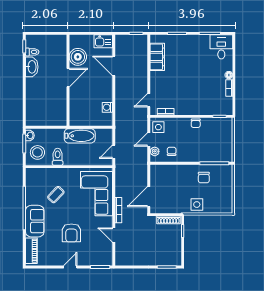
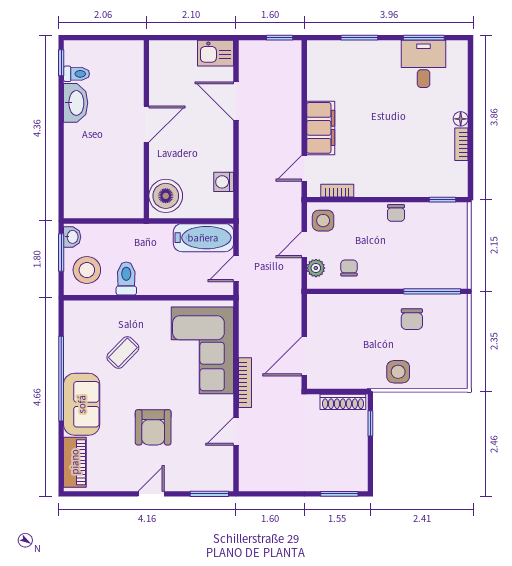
desk: (221, 47) -> (424, 64), moved
boiler: (78, 57) -> (166, 196), moved
filing cabinet: (157, 57) -> (321, 128), moved
bathtub: (80, 136) -> (203, 238), moved
door: (114, 235) -> (236, 431), hinge flipped

